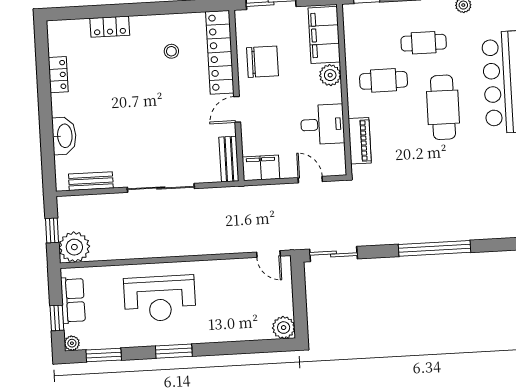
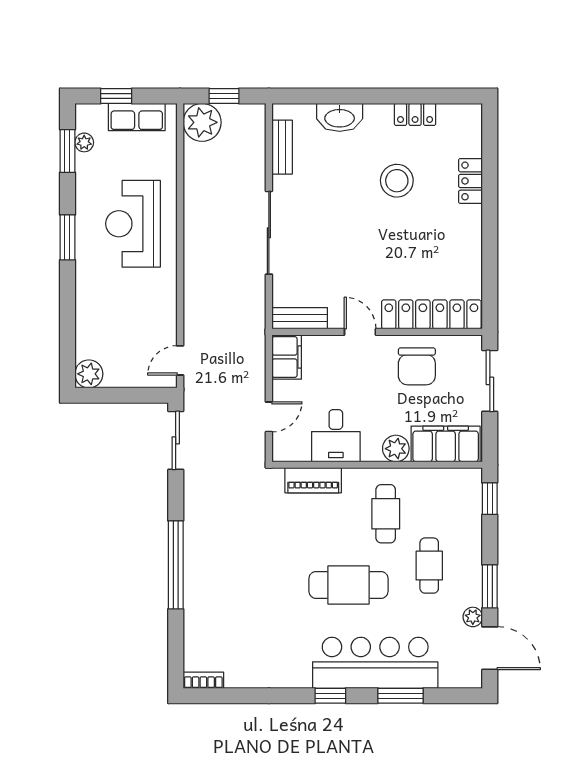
stool: (171, 51) -> (397, 181), moved, width x1.89, depth x1.89
plant: (72, 343) -> (84, 142), moved

